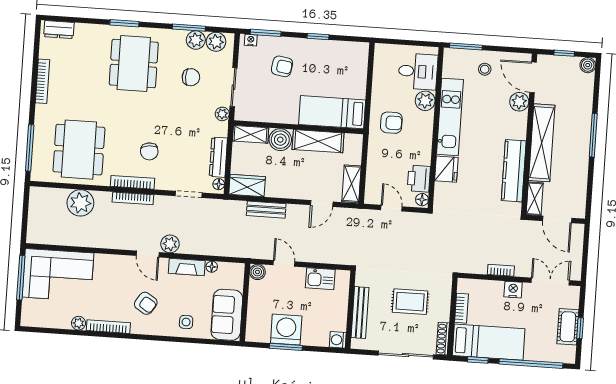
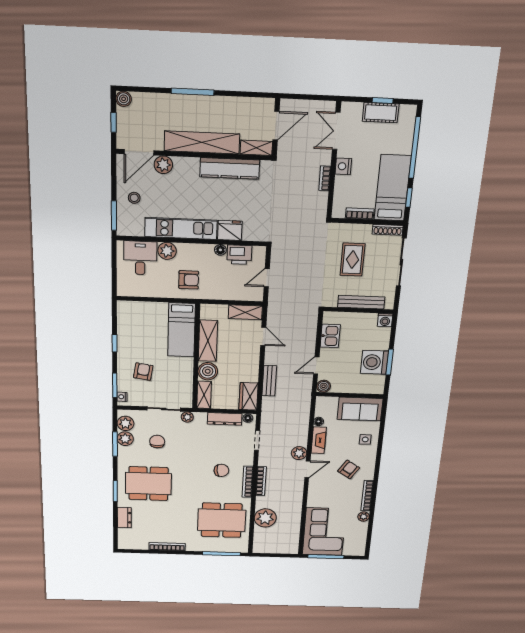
dresser: (59, 30) -> (124, 518), moved
armchair: (391, 123) -> (189, 280), turned 90
floor lamp: (422, 200) -> (220, 250), moved

